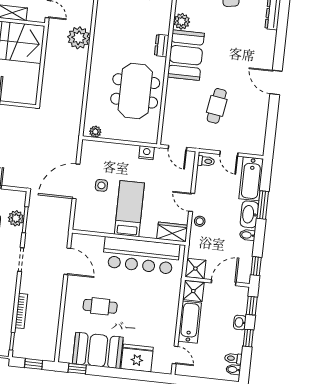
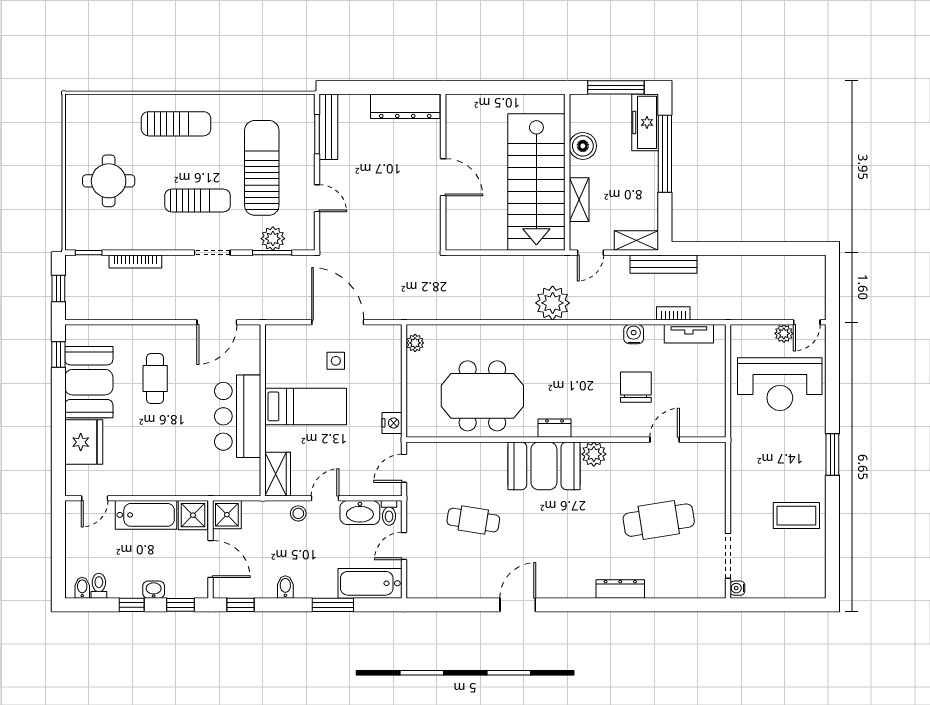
washbasin: (249, 214) -> (360, 513), moved, turned 180
bar counter: (141, 256) -> (238, 416), width x0.73

